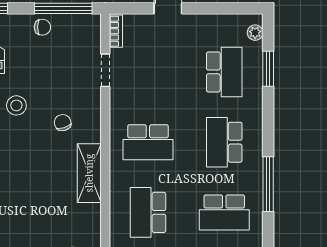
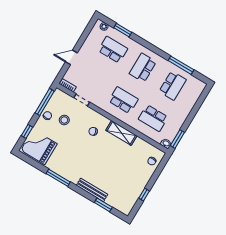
stool: (16, 105) -> (64, 120), moved
school desk: (148, 142) -> (123, 100), turned -90
school desk: (224, 142) -> (143, 68), turned 90
window: (268, 184) -> (181, 65), moved

